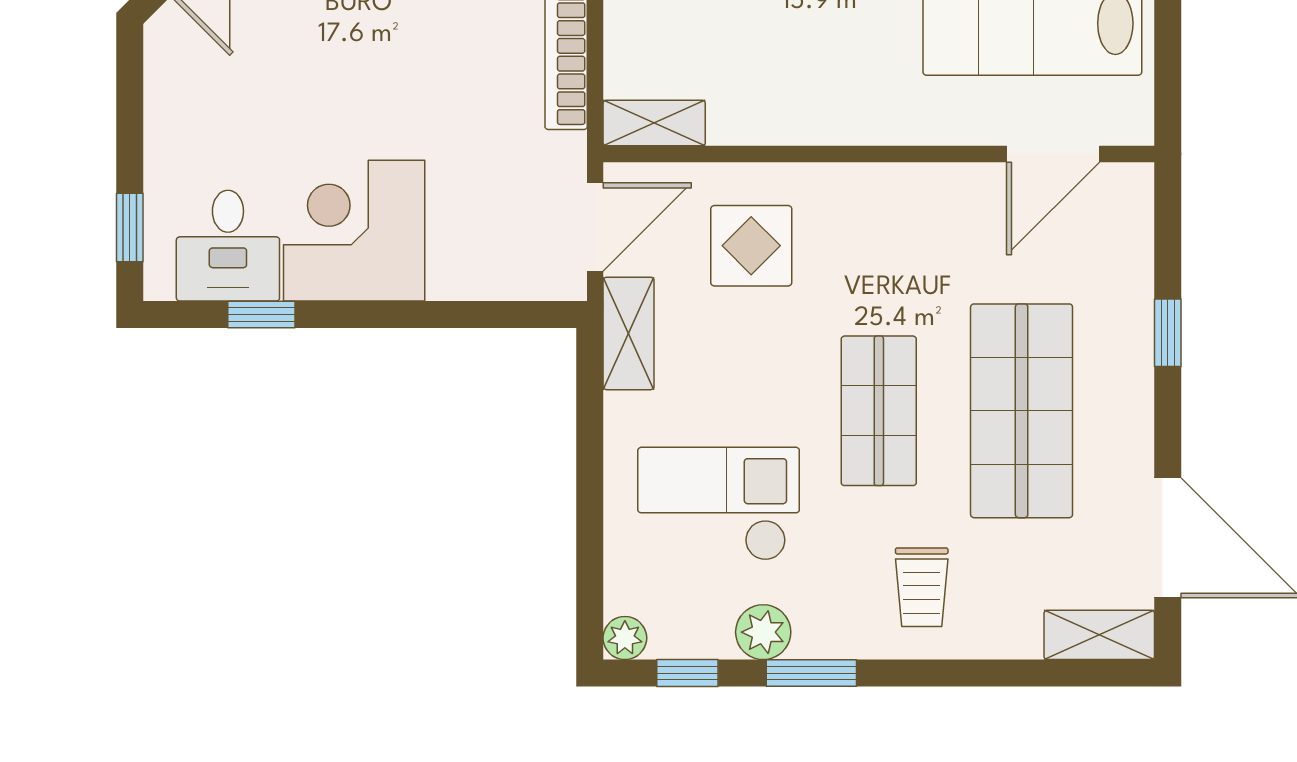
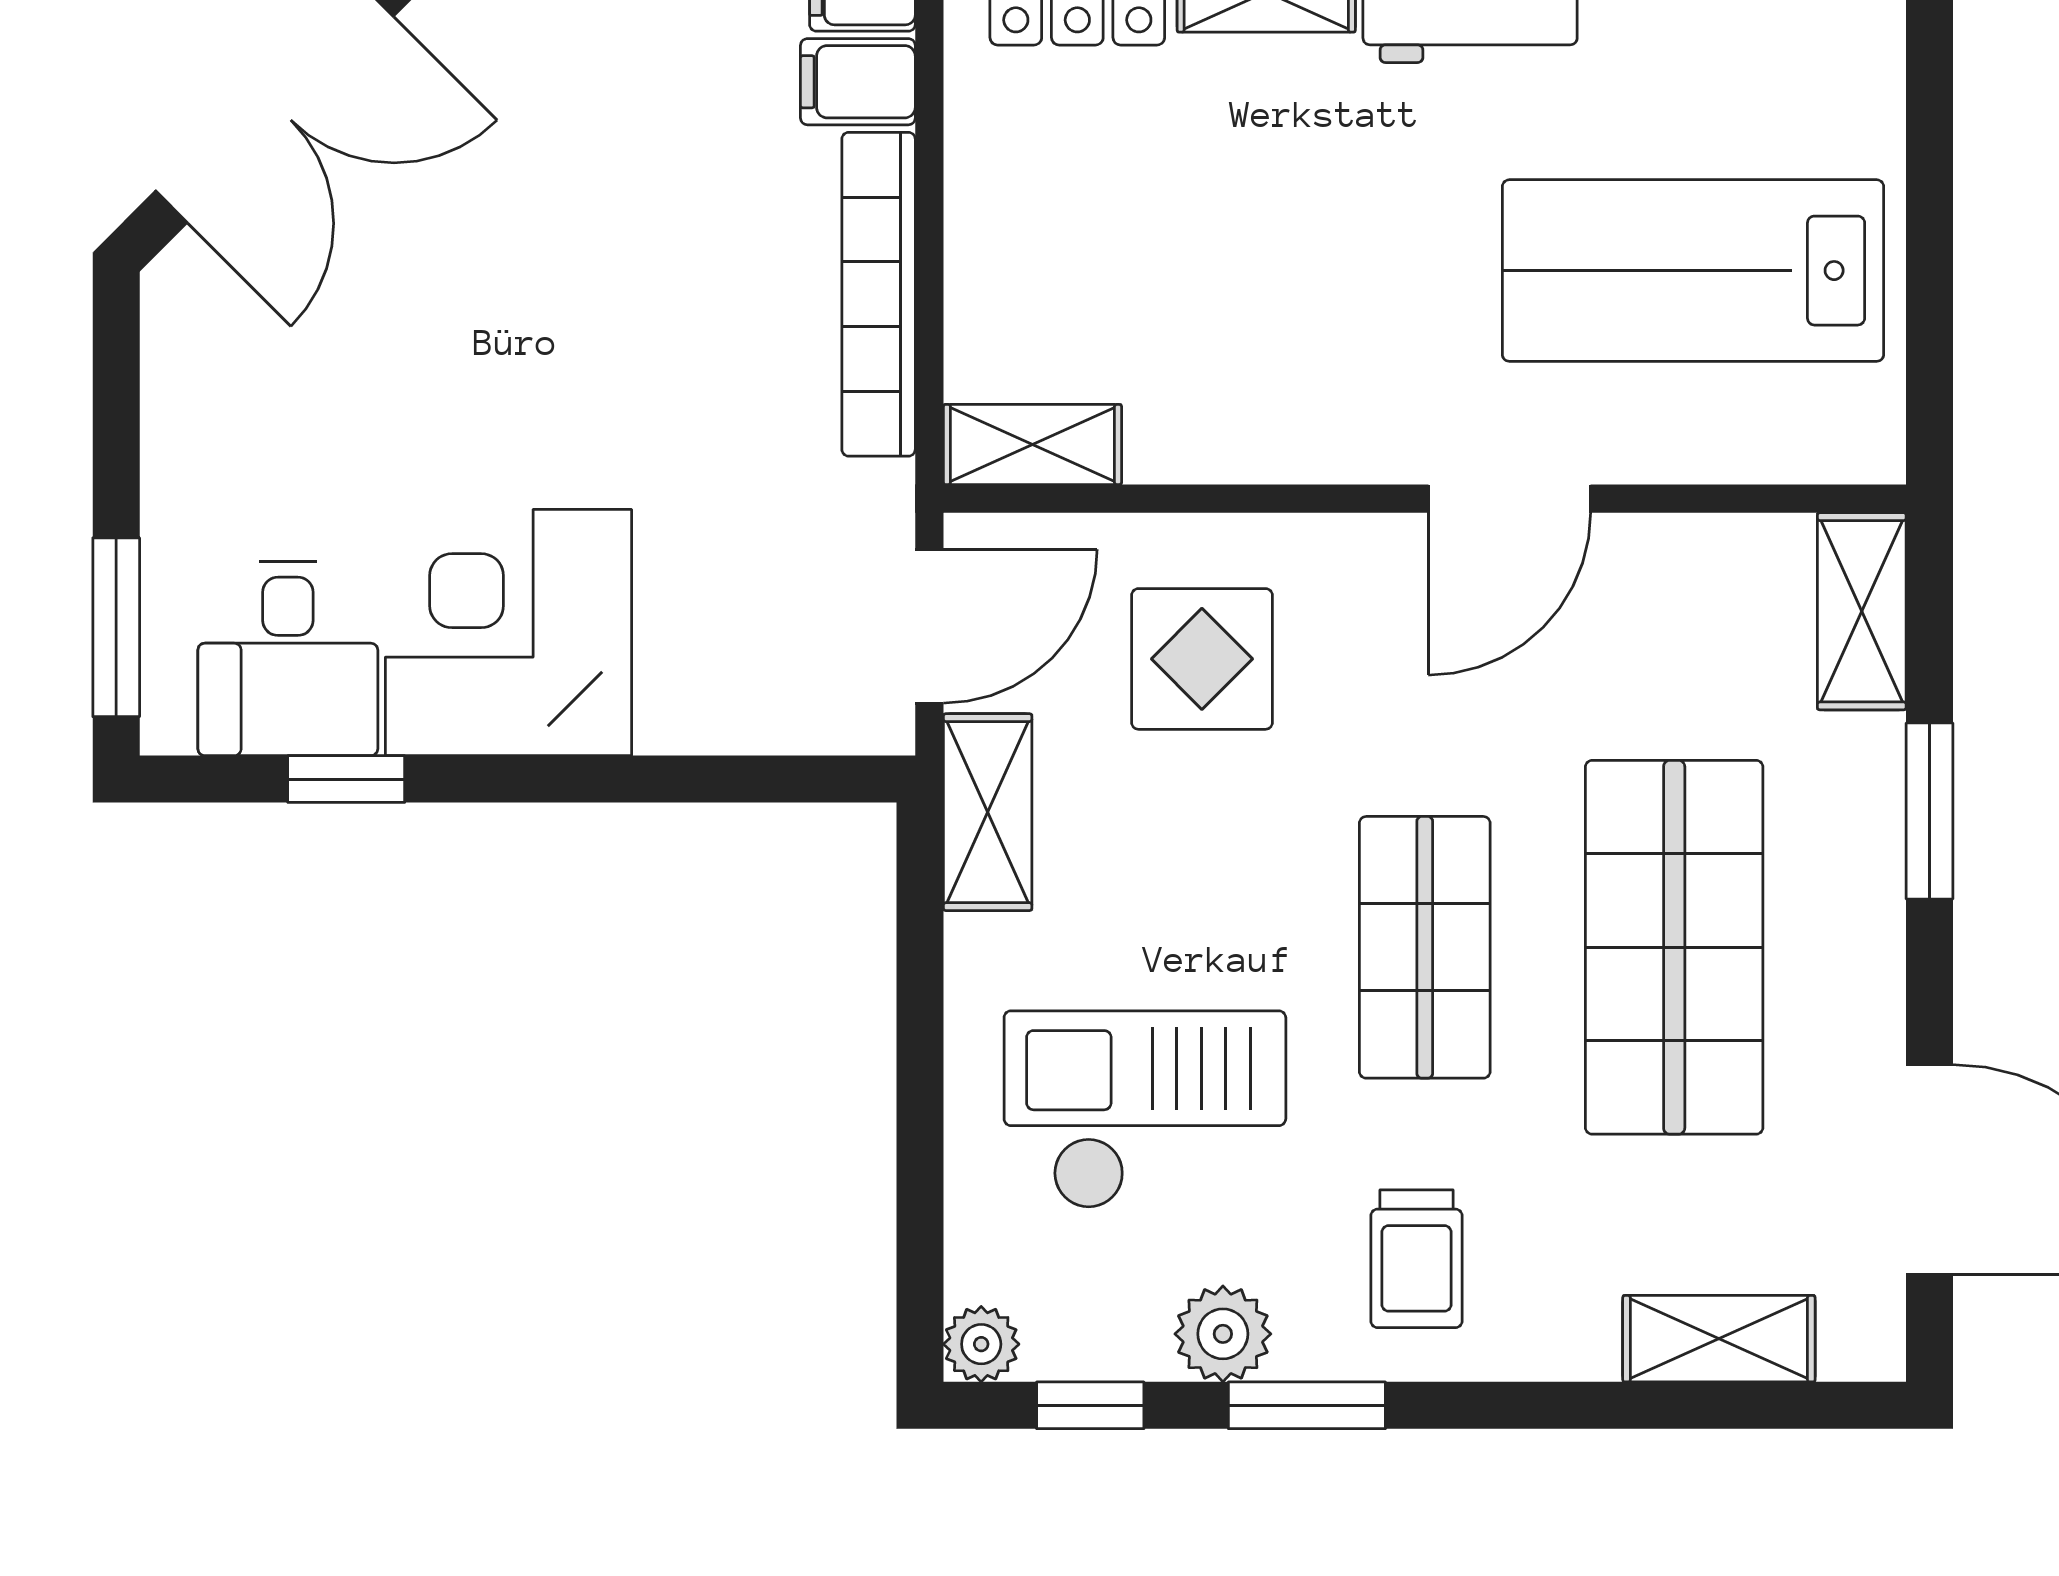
door: (1053, 154) -> (1509, 499), moved
shelving: (1129, 218) -> (1862, 611), added
window: (130, 228) -> (116, 627), width x1.50
window: (1168, 333) -> (1929, 811), width x1.50
trolley: (922, 587) -> (1416, 1259), moved
shelving: (1099, 635) -> (1719, 1339), moved

